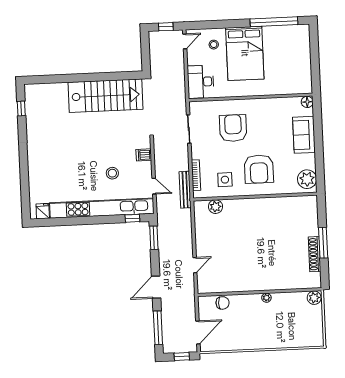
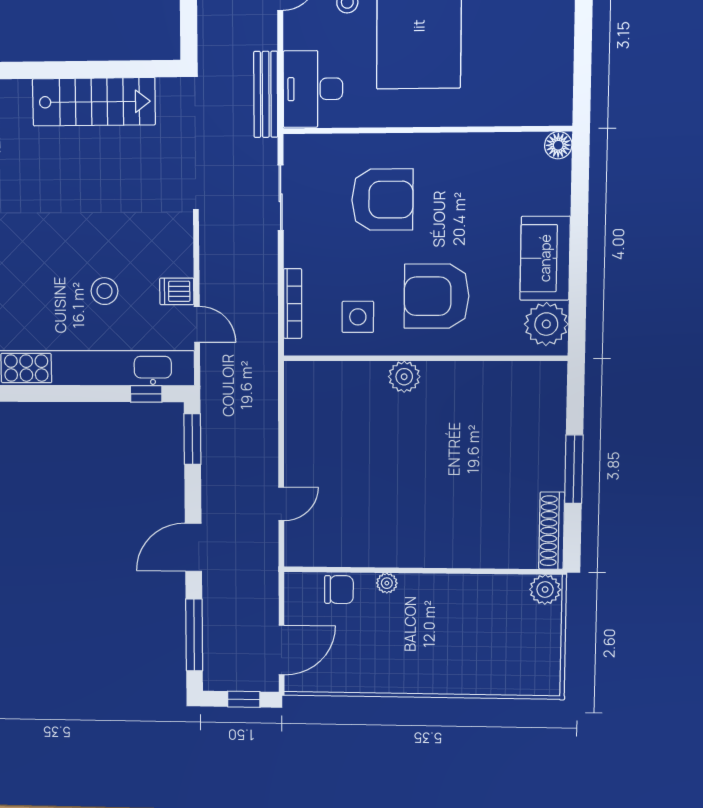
stairs: (105, 96) -> (94, 102), width x0.73, depth x0.66
armchair: (233, 128) -> (382, 200), turned 90
sofa: (304, 135) -> (545, 258), moved
dishwasher: (144, 155) -> (177, 291), moved
armchair: (259, 169) -> (437, 296), turned 90
bench: (185, 190) -> (266, 94), moved
plant: (216, 207) -> (404, 377), moved
shoe rack: (315, 254) -> (552, 531), moved
plant: (266, 298) -> (387, 583), moved

